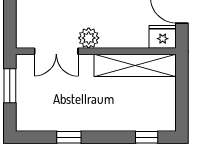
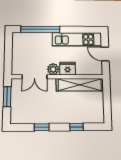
fridge: (163, 37) -> (68, 69), moved
window: (147, 137) -> (77, 127), moved

